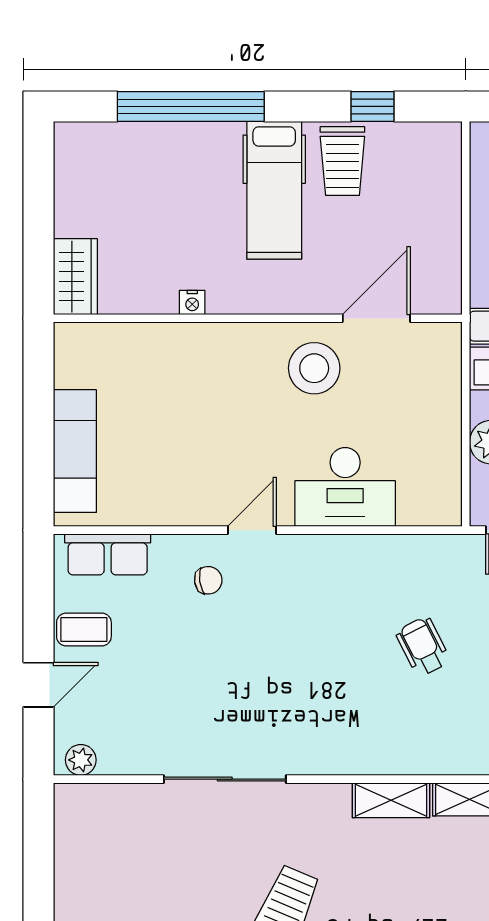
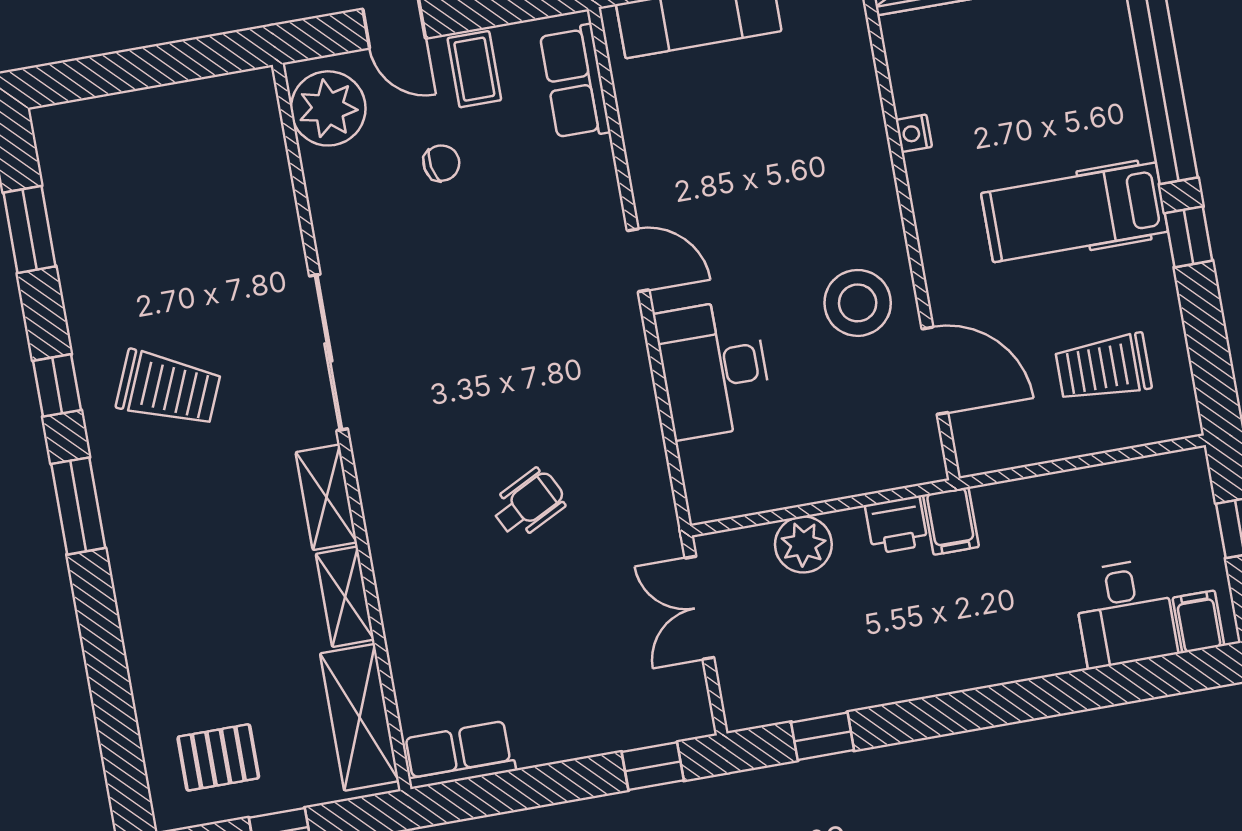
window: (372, 106) -> (1189, 237), moved
trolley: (342, 161) -> (1103, 368), moved
chair: (208, 580) -> (441, 163), moved, turned -92
plant: (81, 760) -> (328, 108), width x1.88, depth x1.88
sliding door: (225, 779) -> (328, 352), moved

